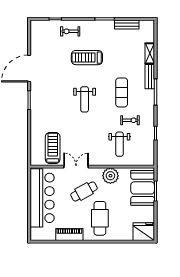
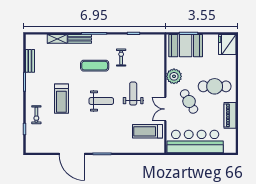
weight bench: (119, 144) -> (133, 94), moved, turned -90

